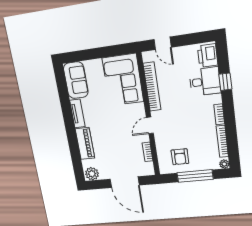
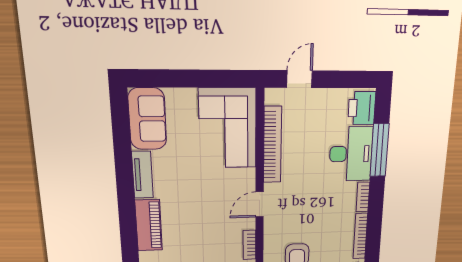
door: (163, 43) -> (299, 79), swing flipped
desk: (205, 82) -> (351, 154), width x1.37
window: (225, 82) -> (379, 150), width x2.17

